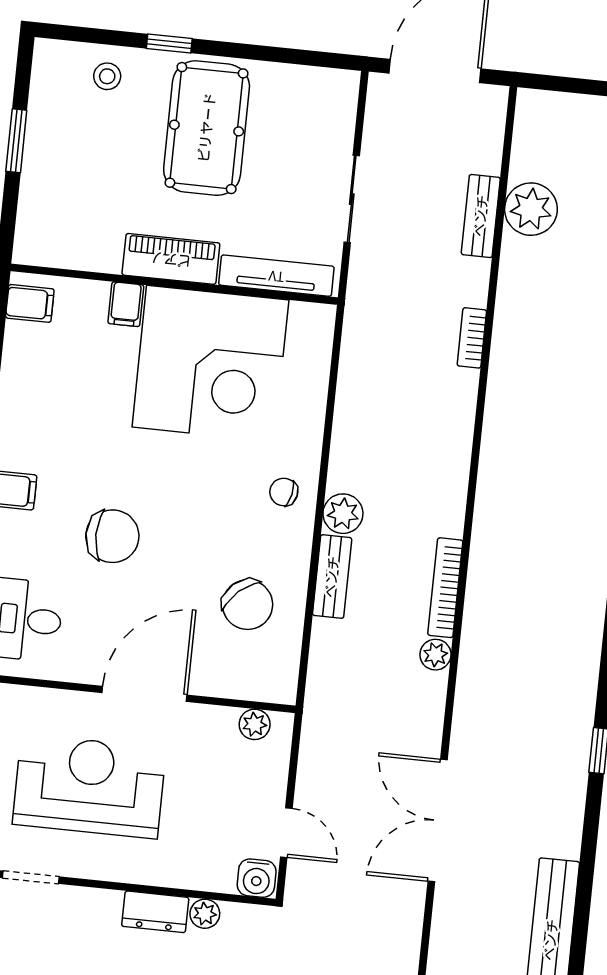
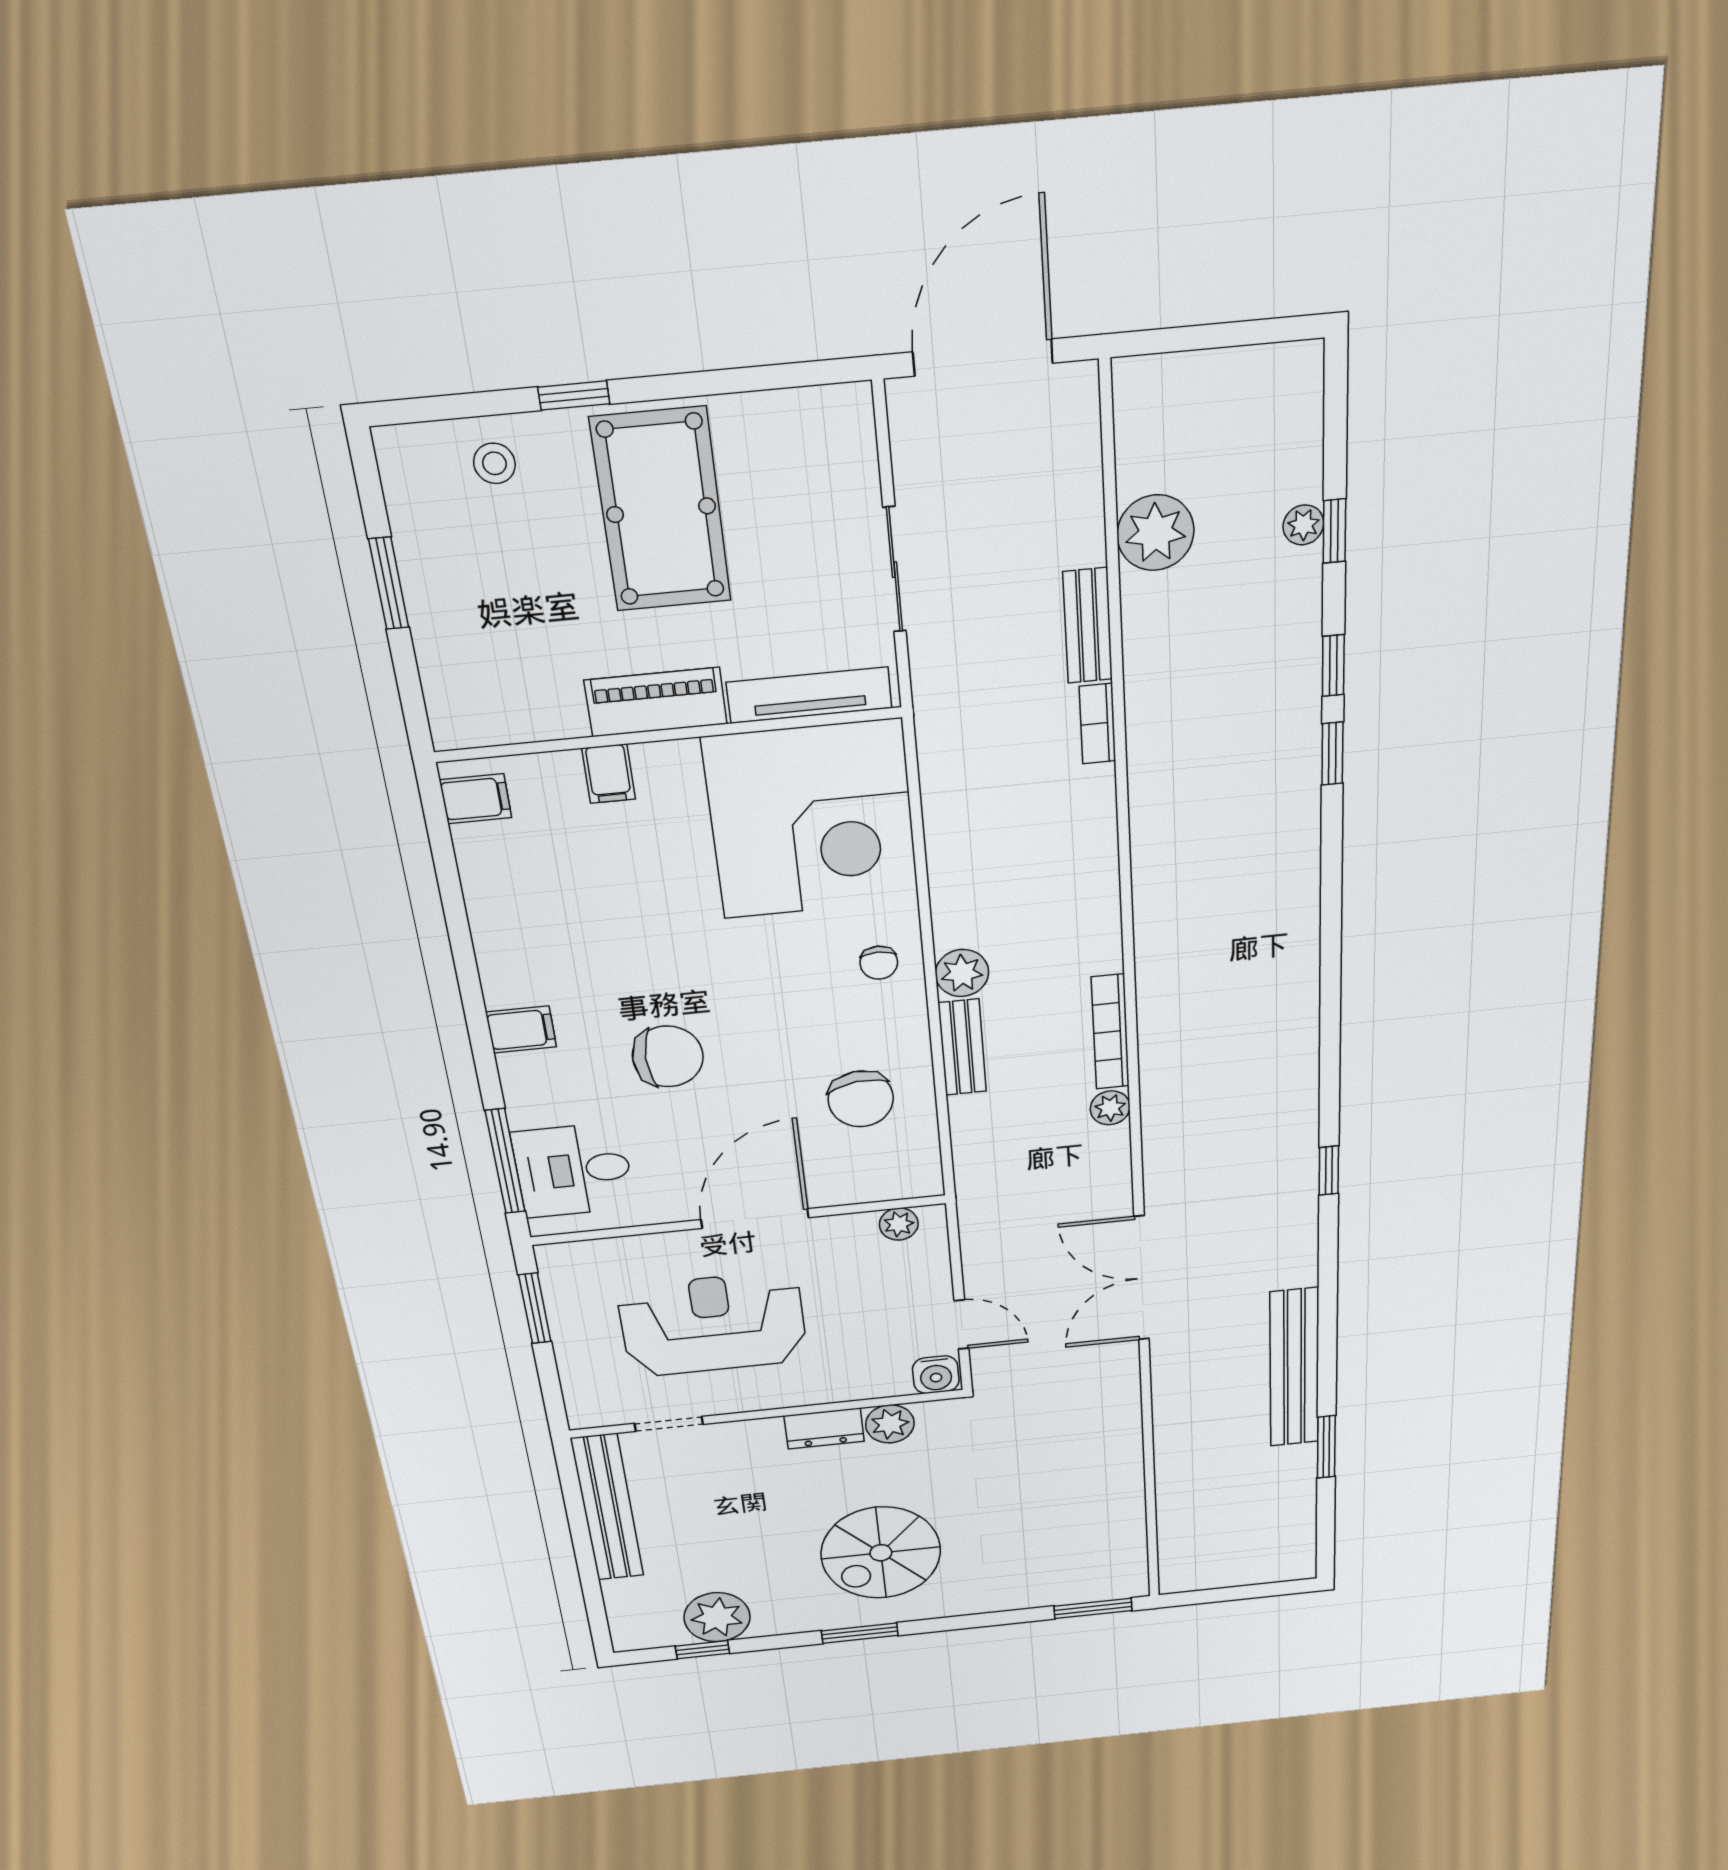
bench: (481, 216) -> (1088, 626), moved
corner desk: (210, 364) -> (812, 820), moved
chair: (284, 492) -> (879, 963), turned -102
chair: (248, 605) -> (861, 1099), turned 35
plant: (205, 914) -> (890, 1424), width x1.38, depth x1.38

